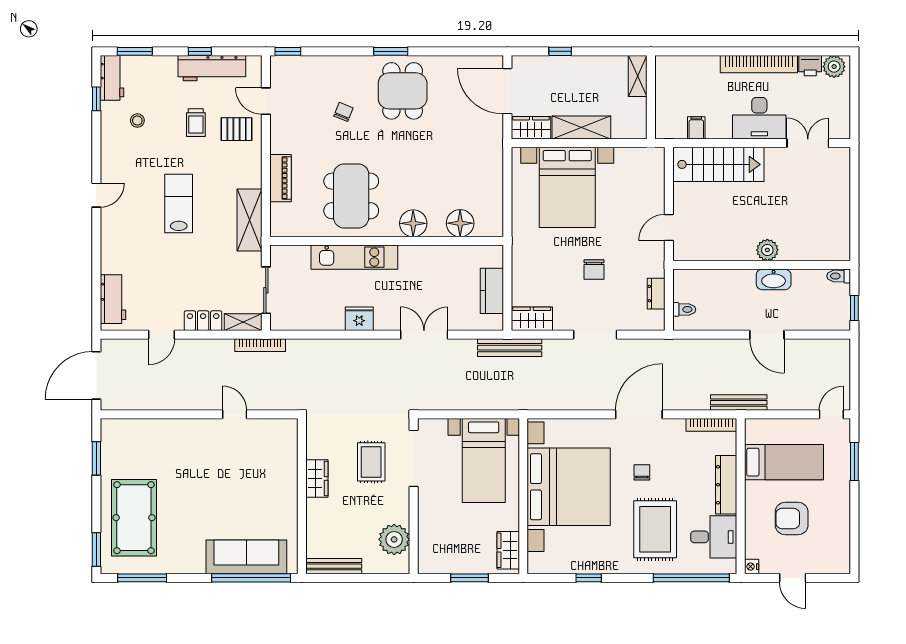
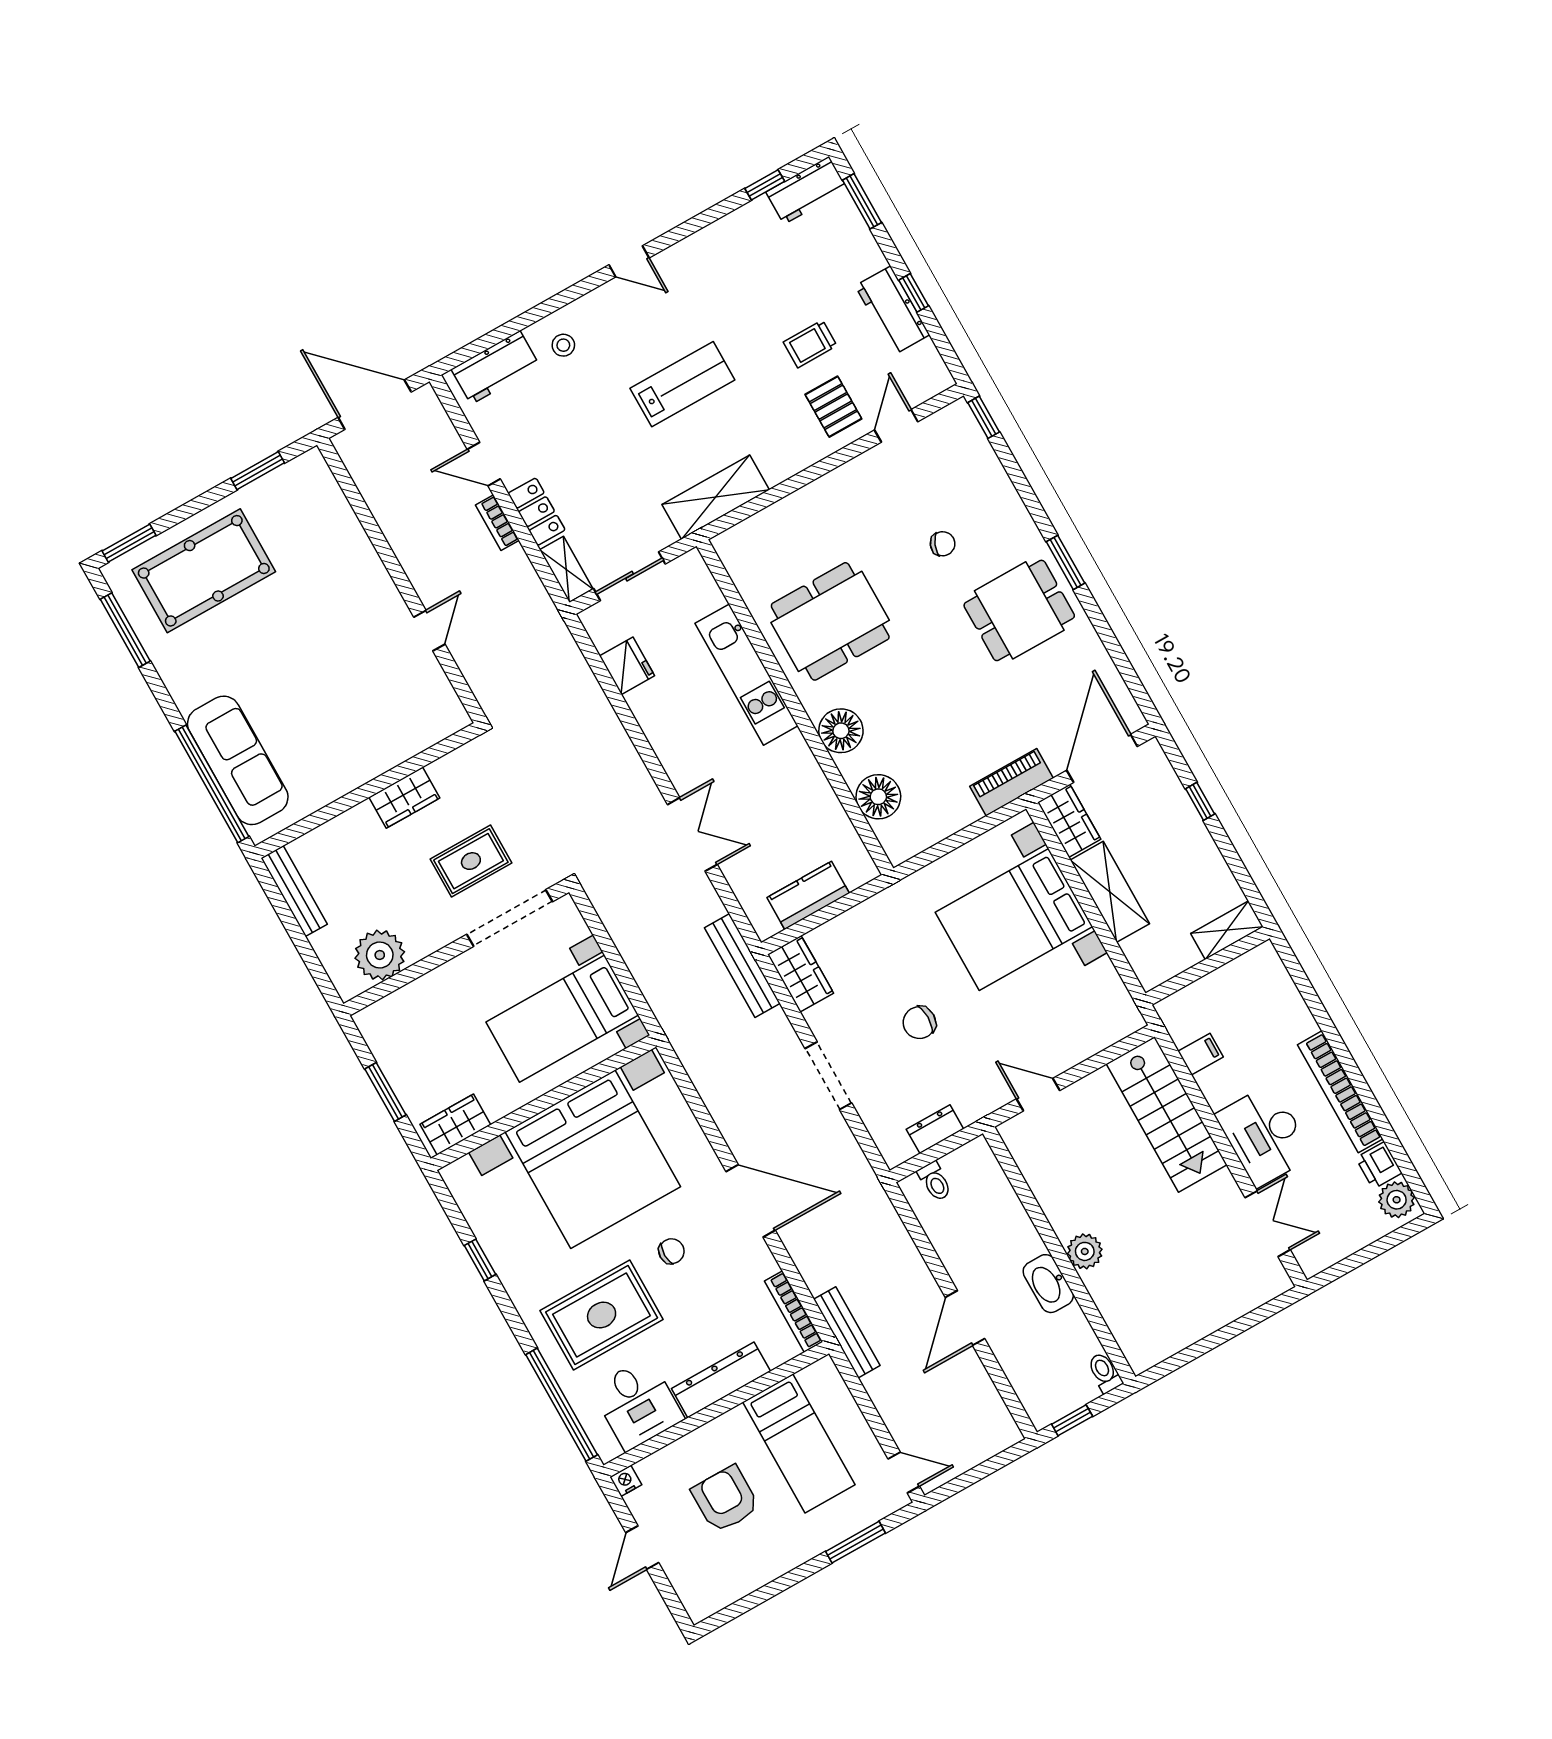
workbench: (212, 68) -> (892, 310), width x0.73
stool: (137, 121) -> (563, 345), moved
piano: (281, 178) -> (1012, 782), moved, turned 180
fridge: (359, 319) -> (627, 666), moved
bookcase: (260, 345) -> (497, 523), moved, width x0.64

